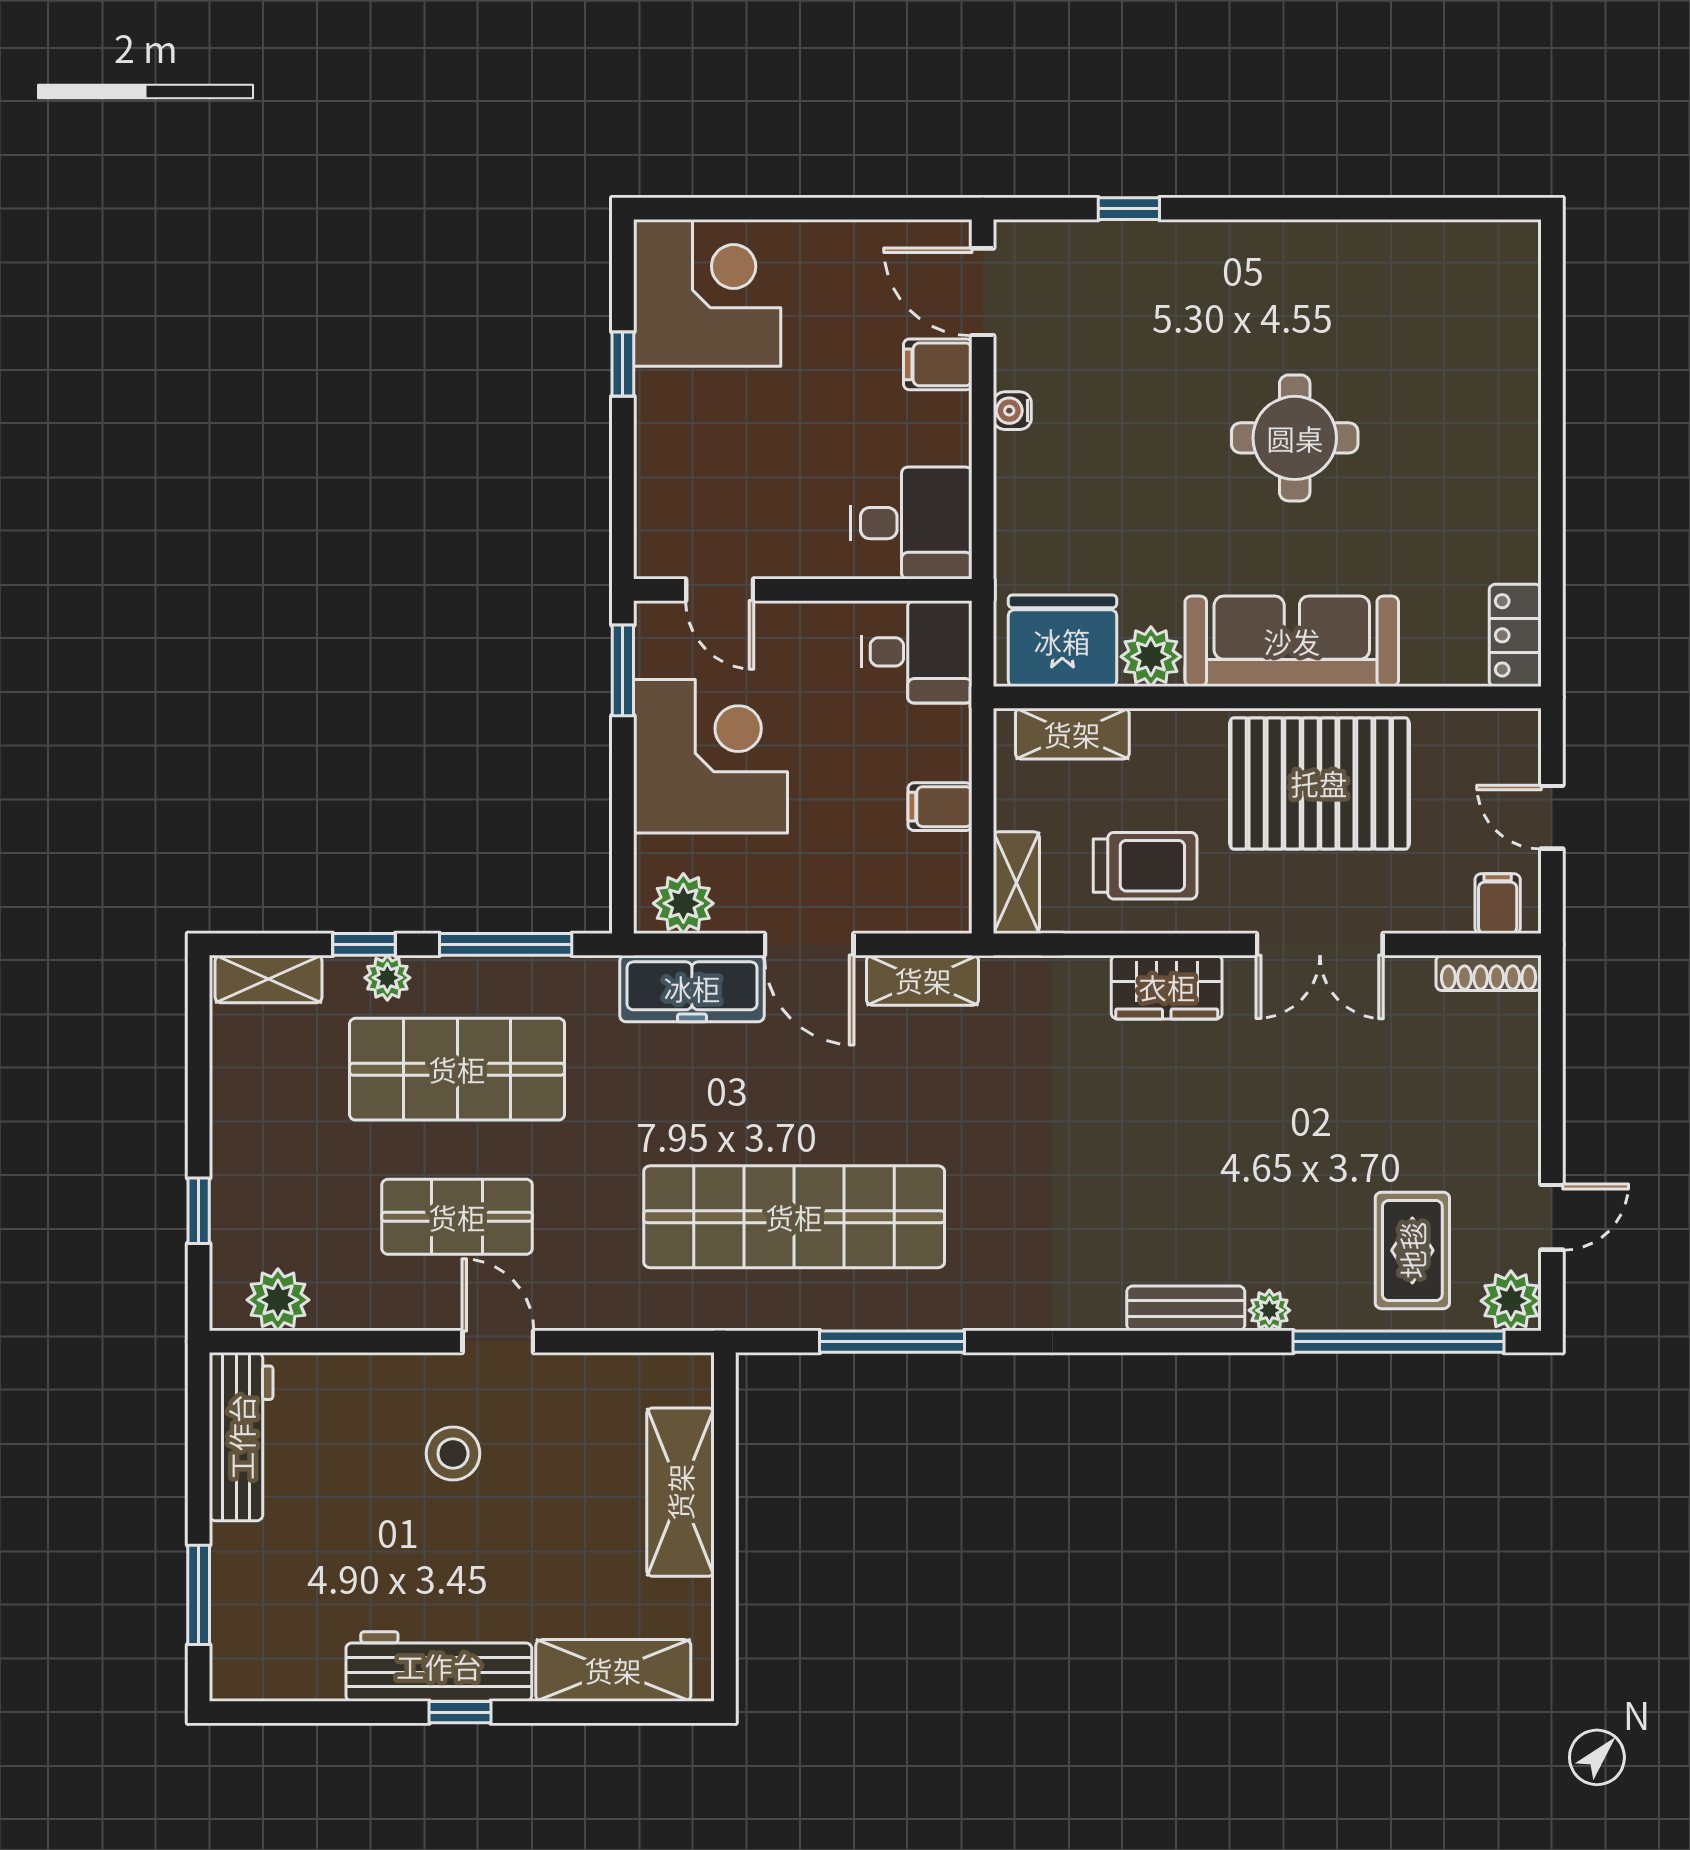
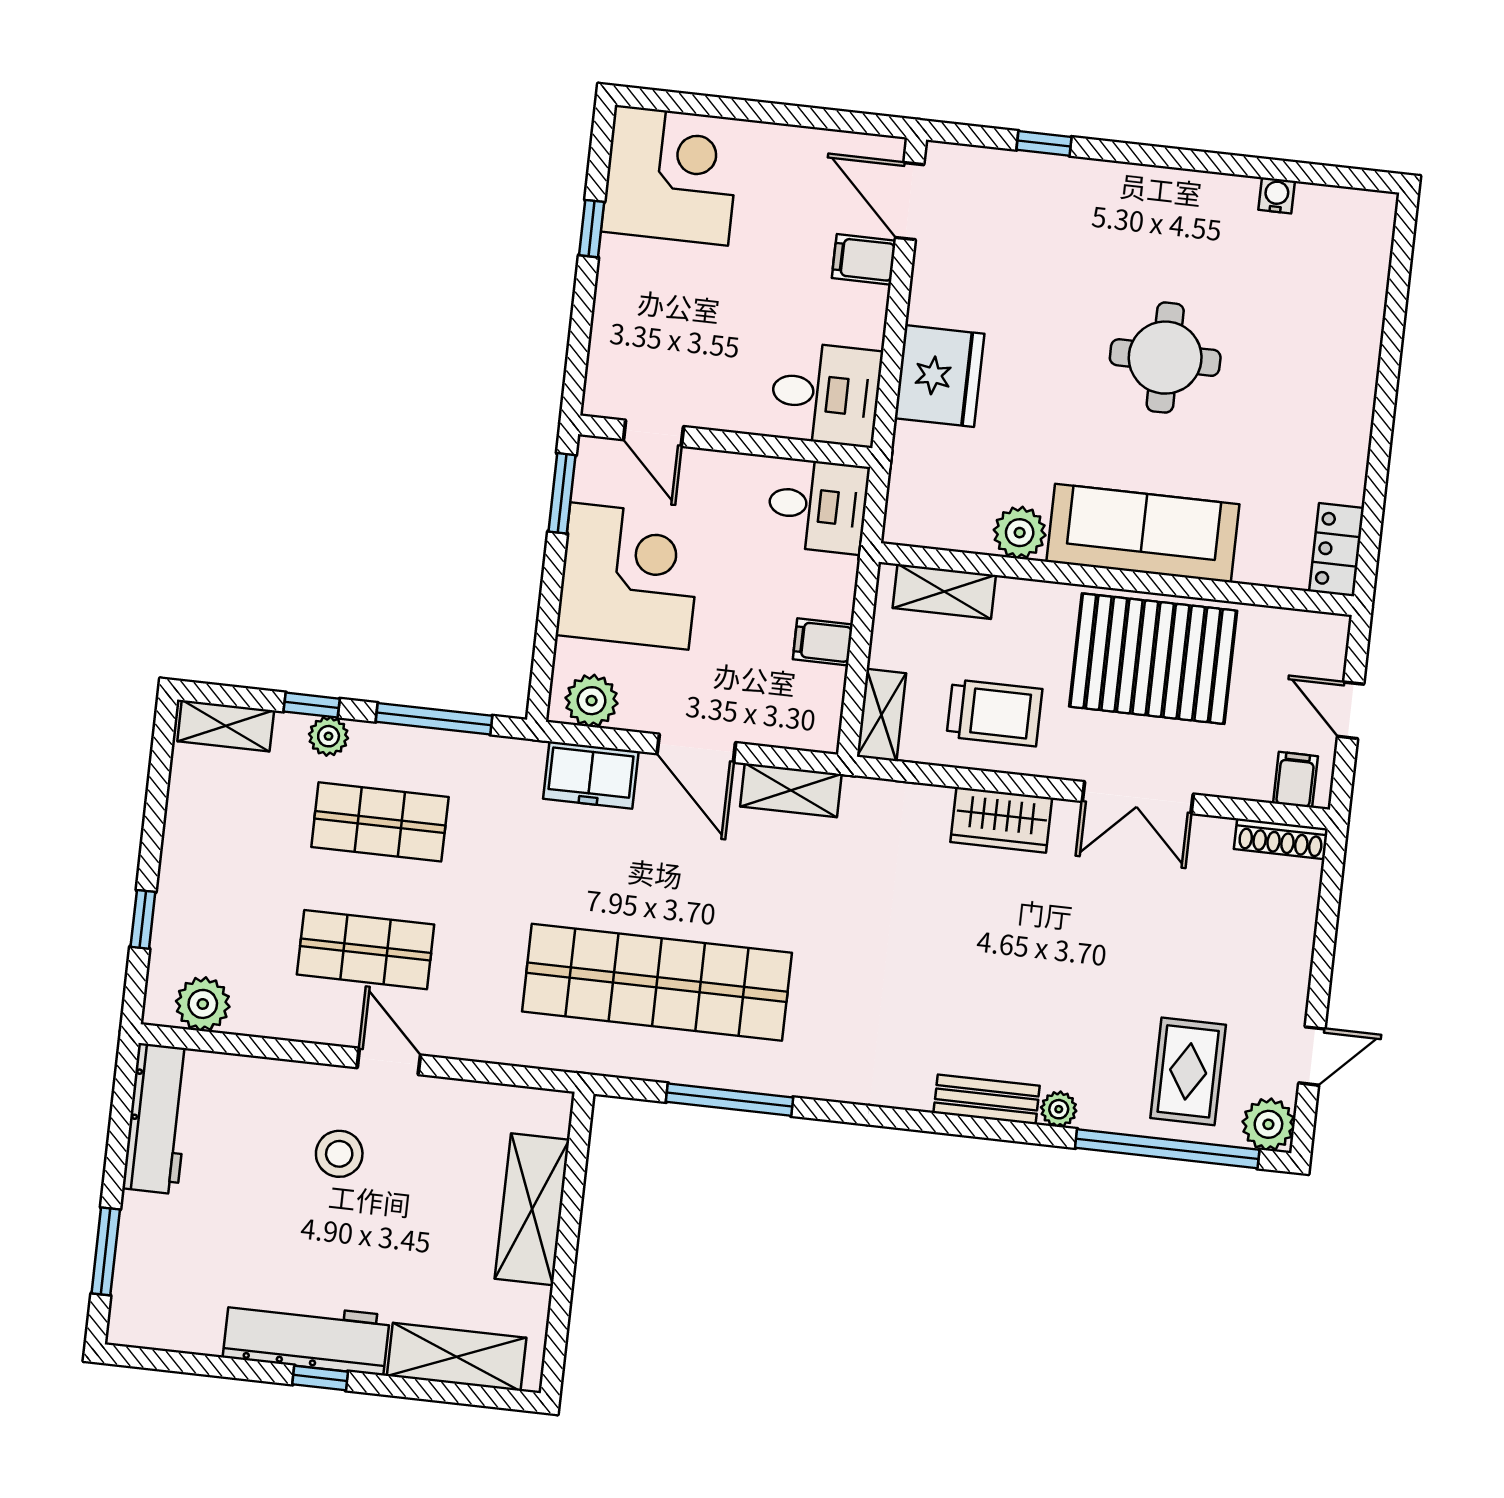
water cooler: (1012, 411) -> (1277, 195), moved, turned 90
fridge: (1062, 641) -> (939, 376), moved, turned 90
freezer: (692, 988) -> (591, 775), width x0.71
shop shelf: (457, 1069) -> (380, 822), width x0.70, depth x0.74

